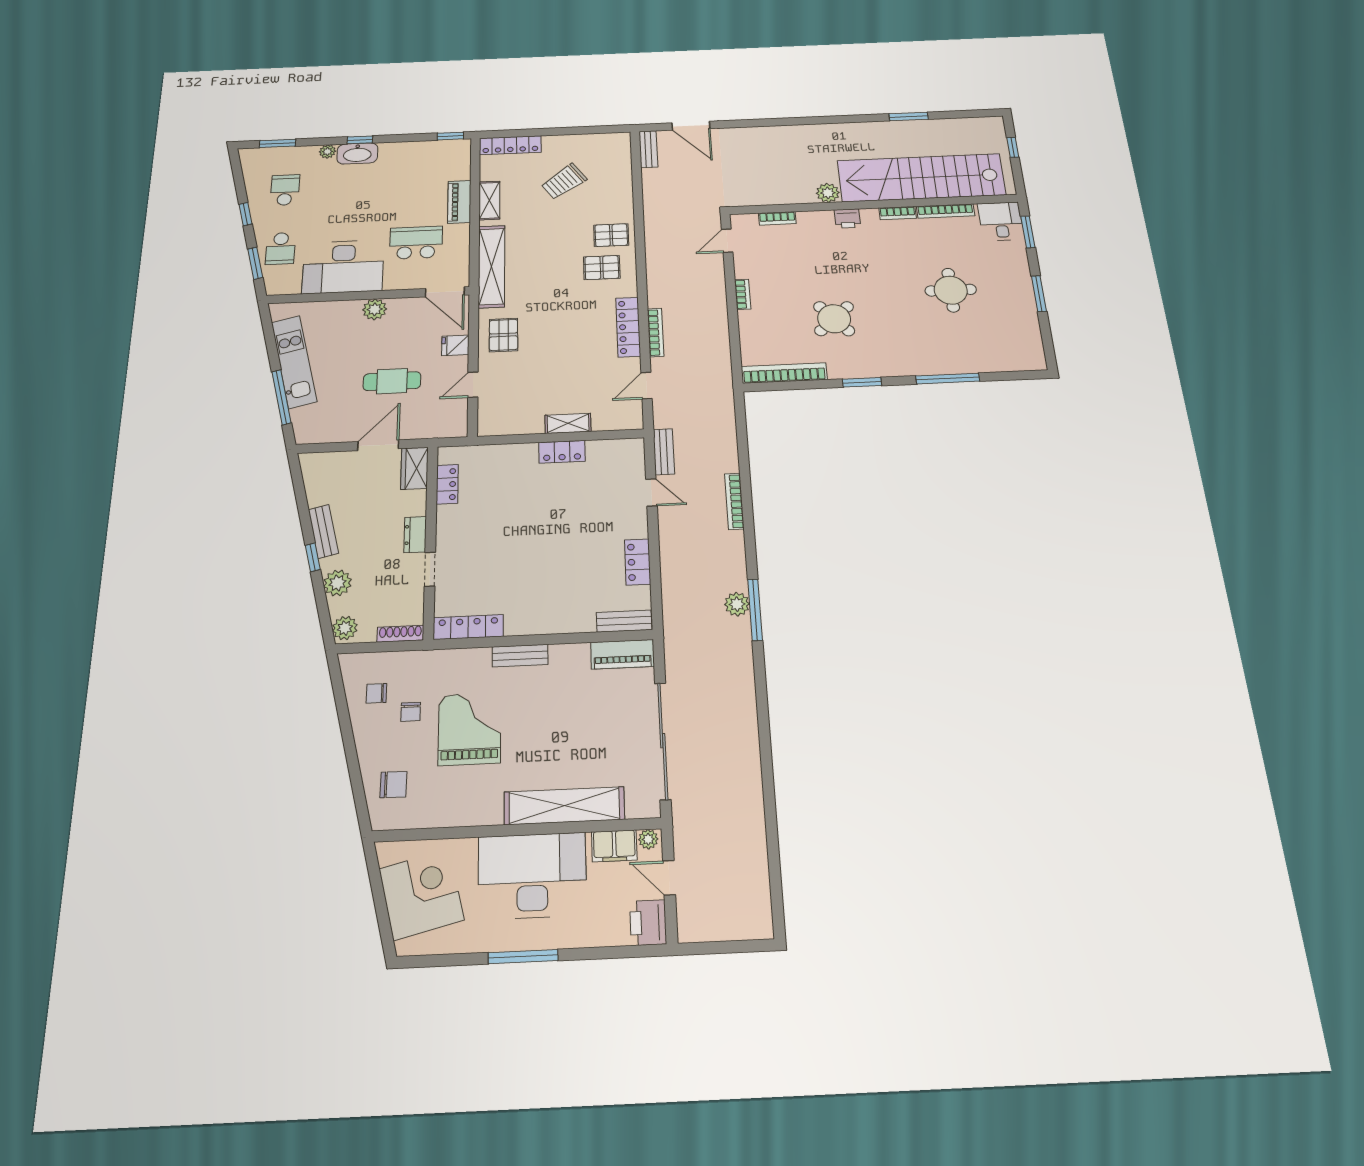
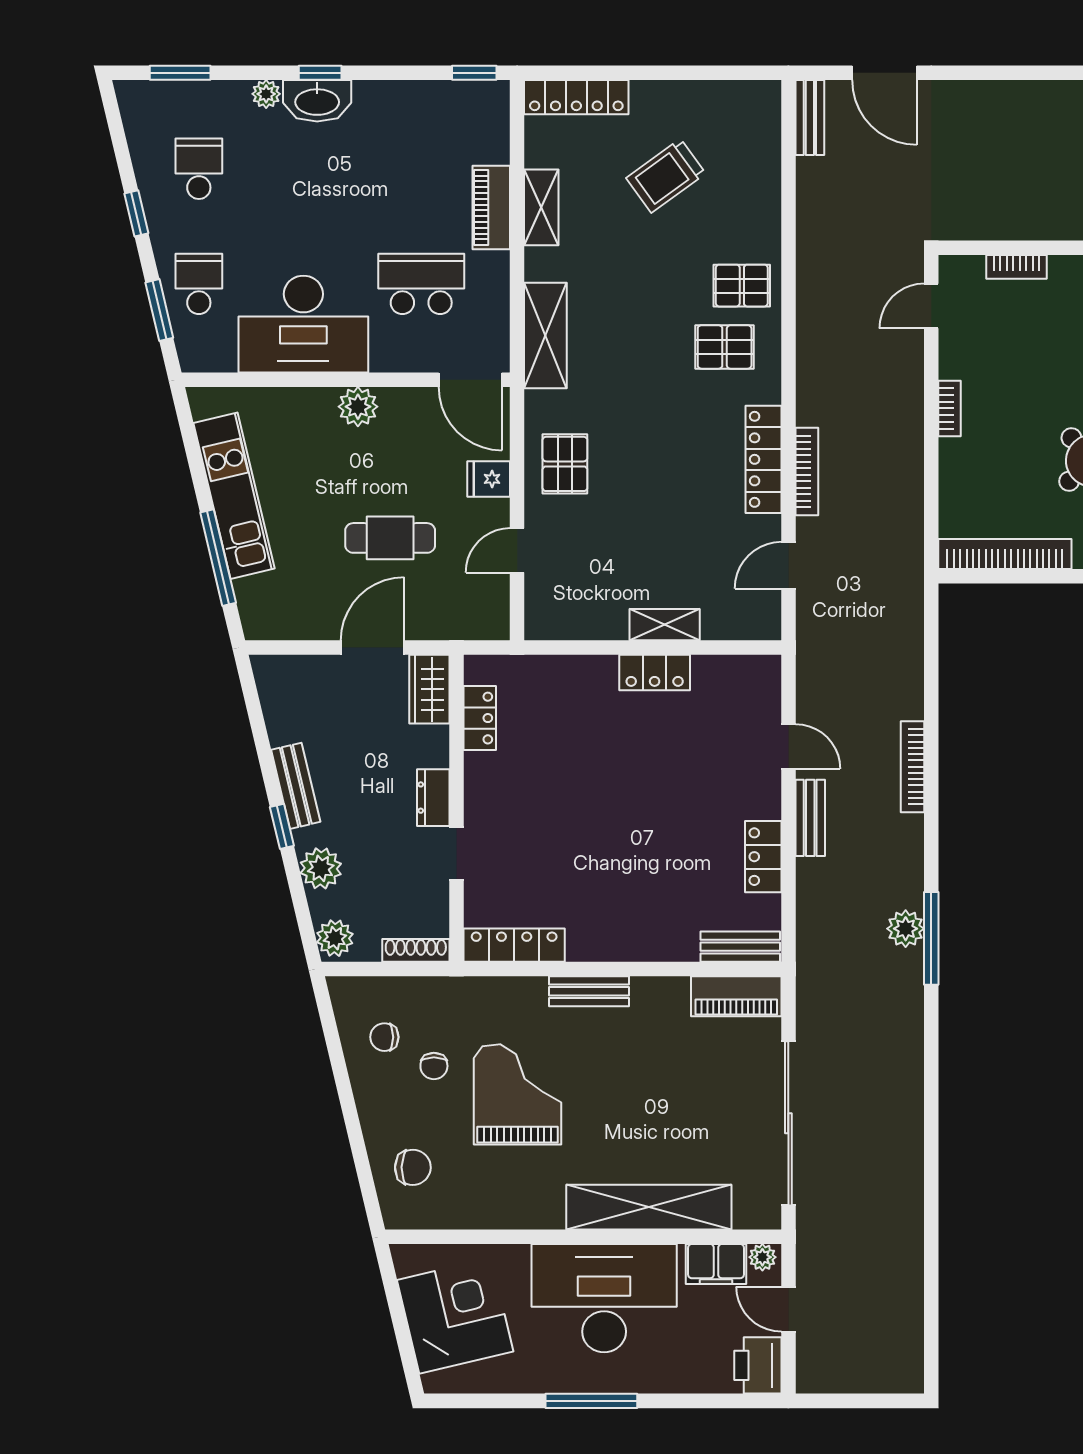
school desk: (280, 249) -> (199, 284), turned 180
shelving: (492, 266) -> (545, 336), width x0.68
bench: (664, 452) -> (810, 818), moved

